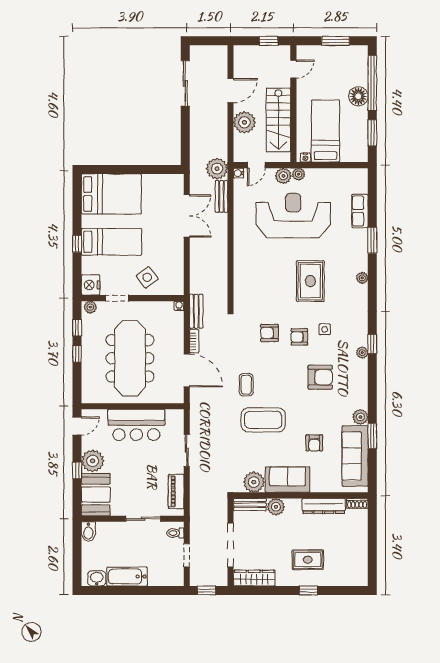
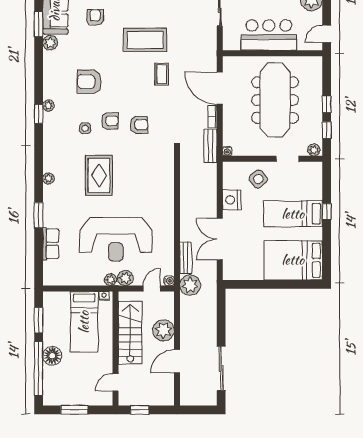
nightstand: (91, 285) -> (232, 200), moved, turned 180

